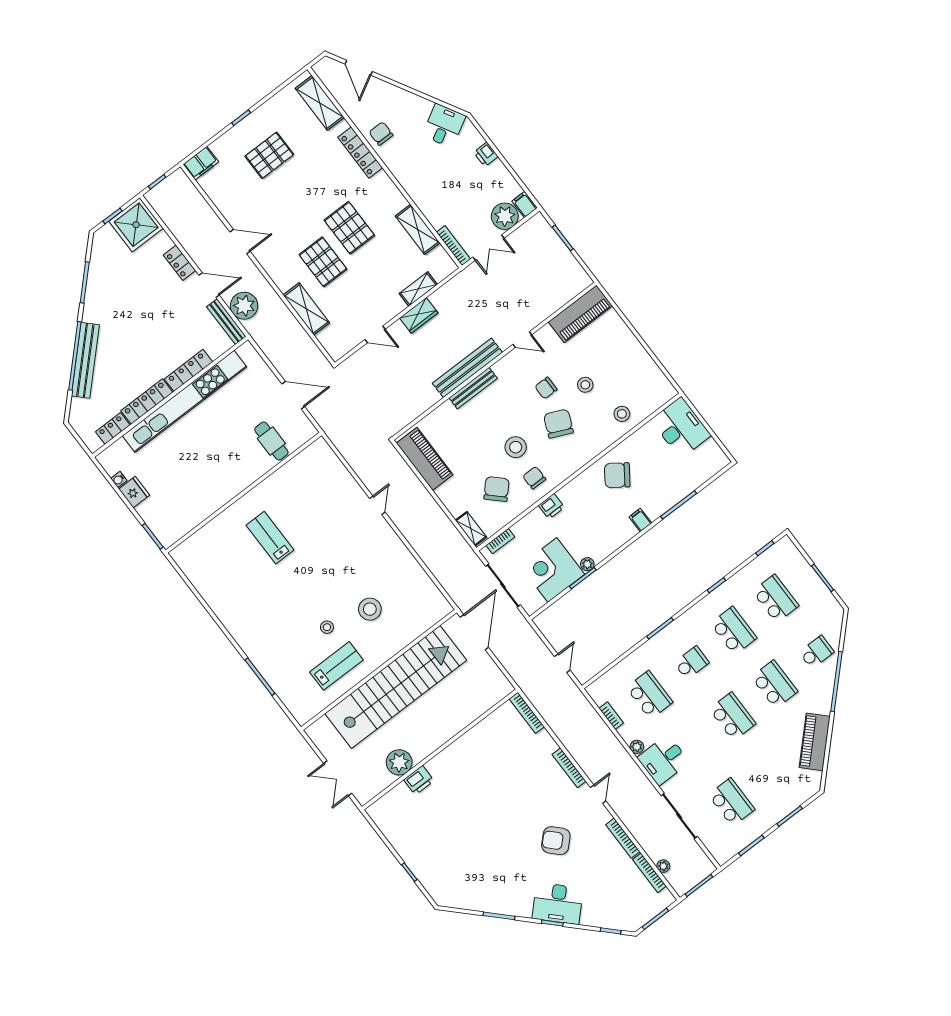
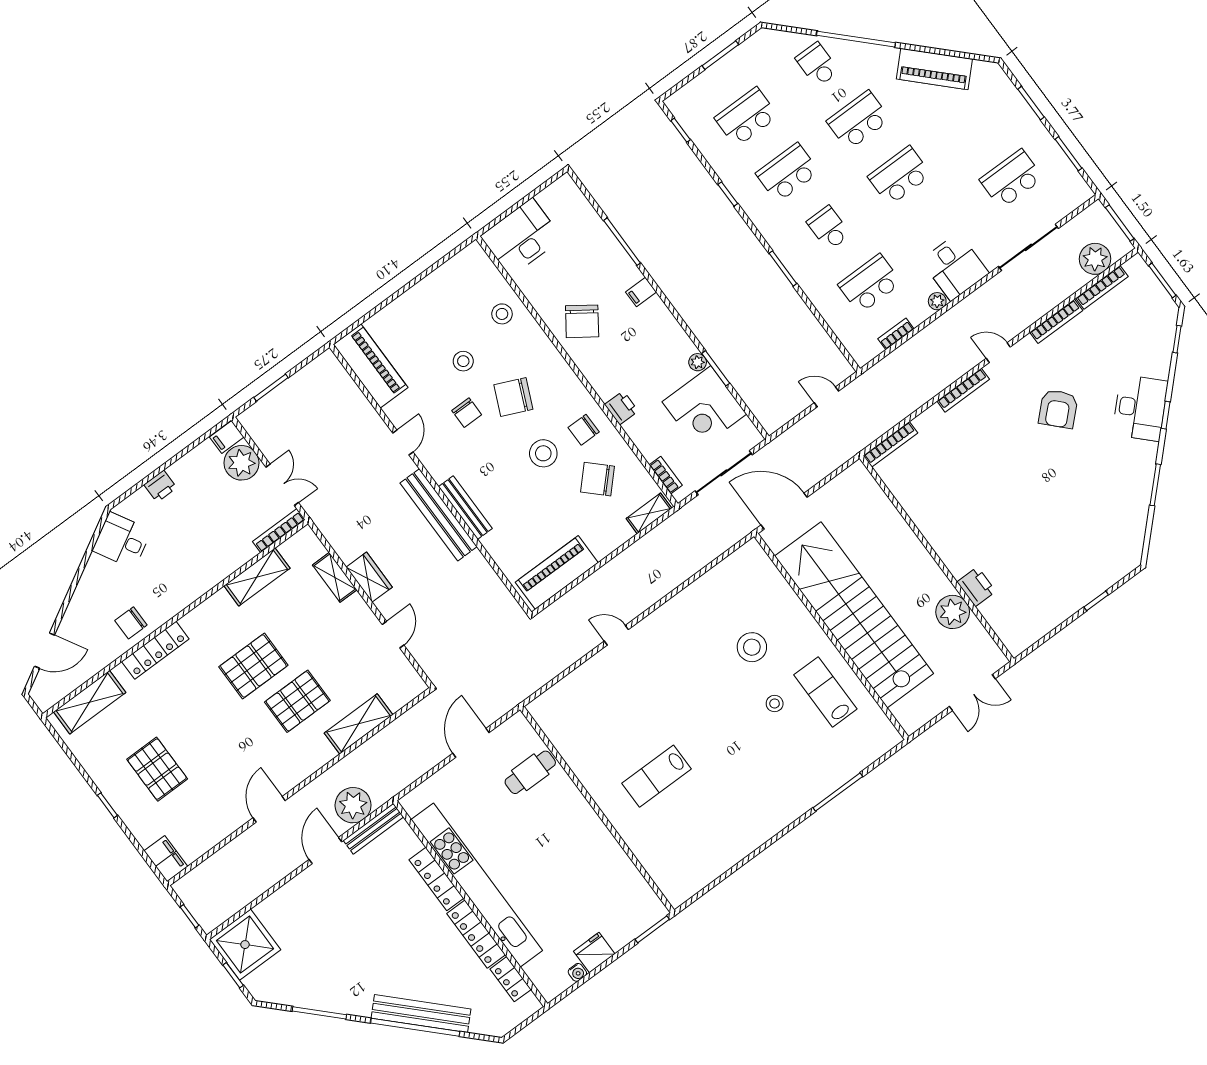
locker: (179, 263) -> (296, 889), removed
plant: (663, 866) -> (1095, 259), width x1.88, depth x1.88

